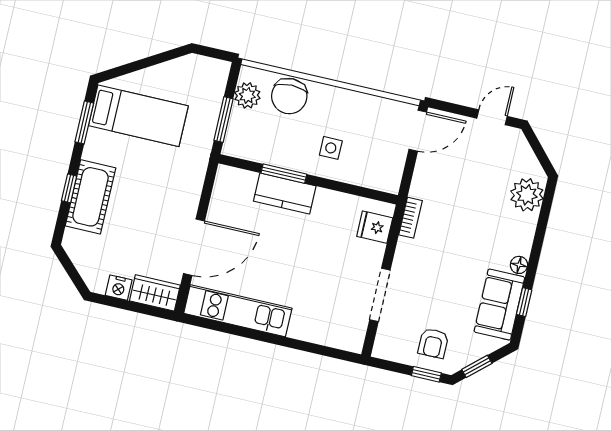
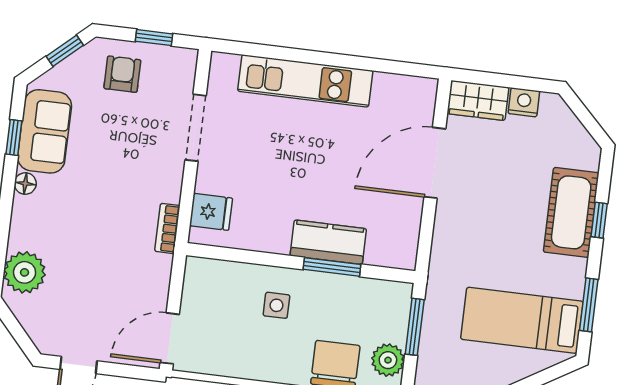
kitchen unit: (238, 311) -> (305, 81), moved
window: (426, 374) -> (154, 38), moved

